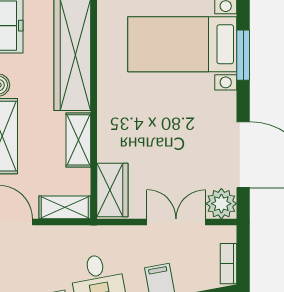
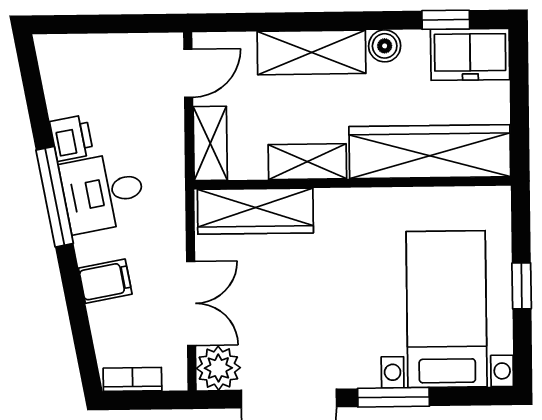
window: (243, 55) -> (393, 397), moved
wardrobe: (112, 190) -> (255, 211), width x1.50

